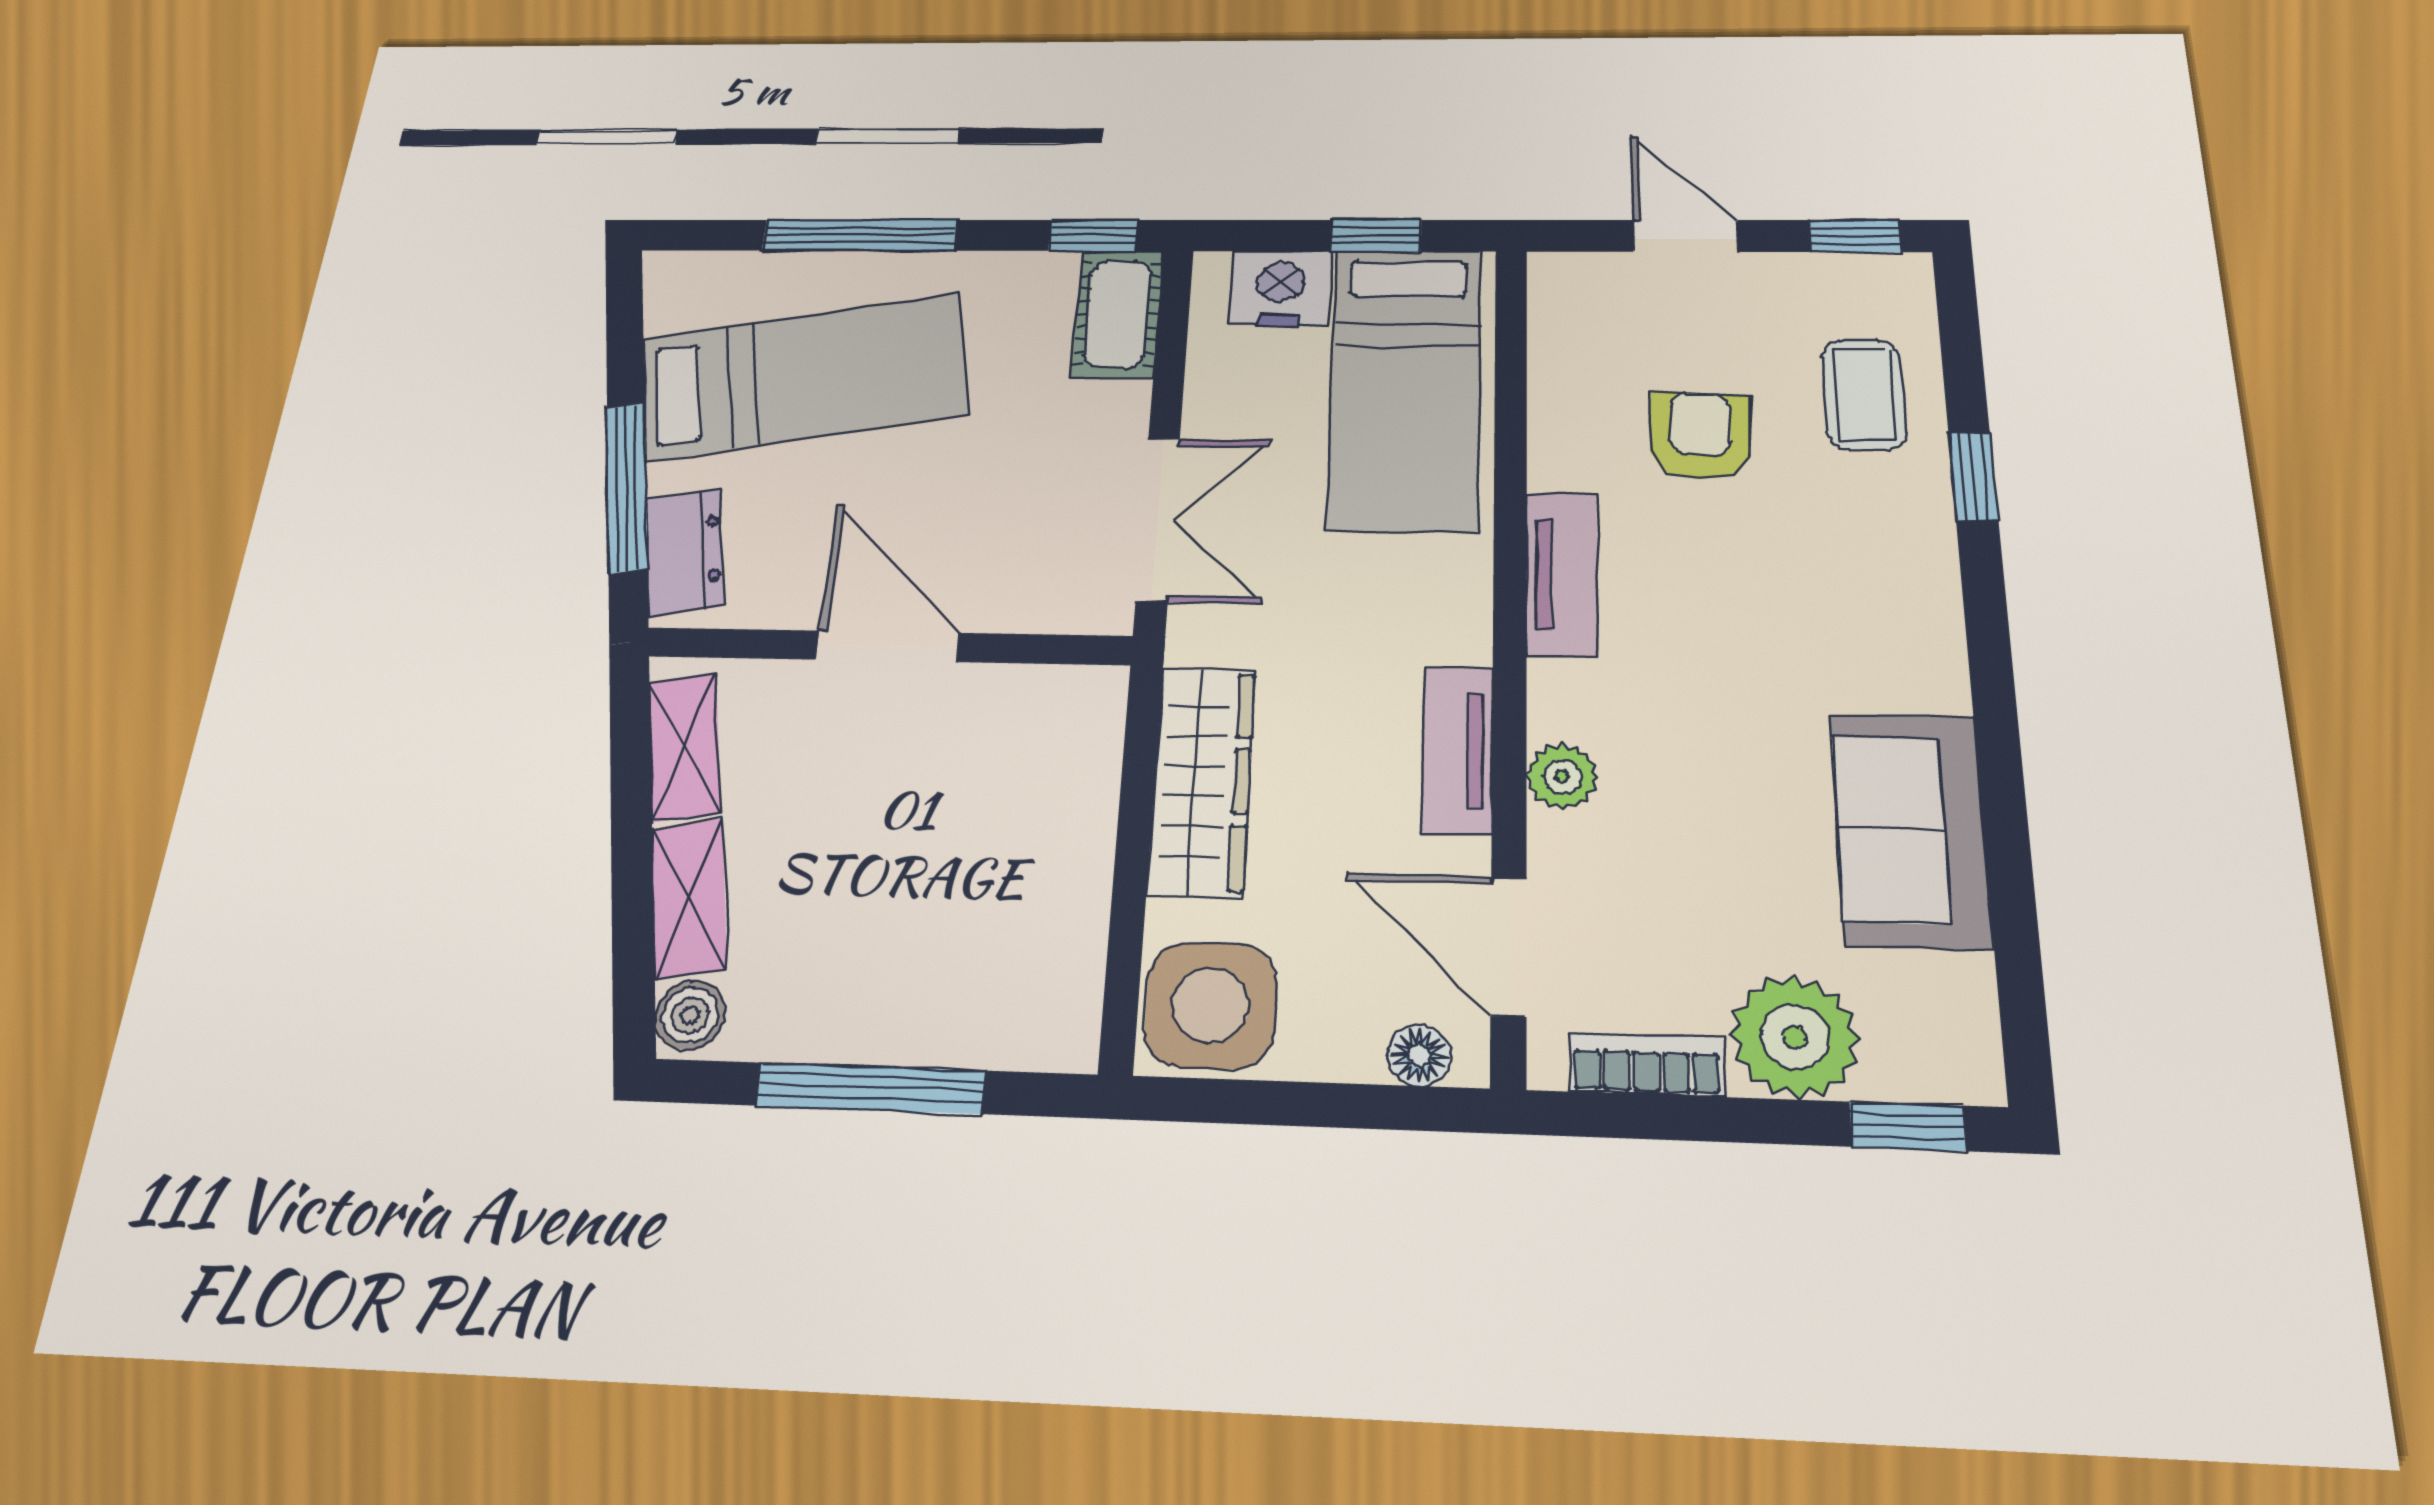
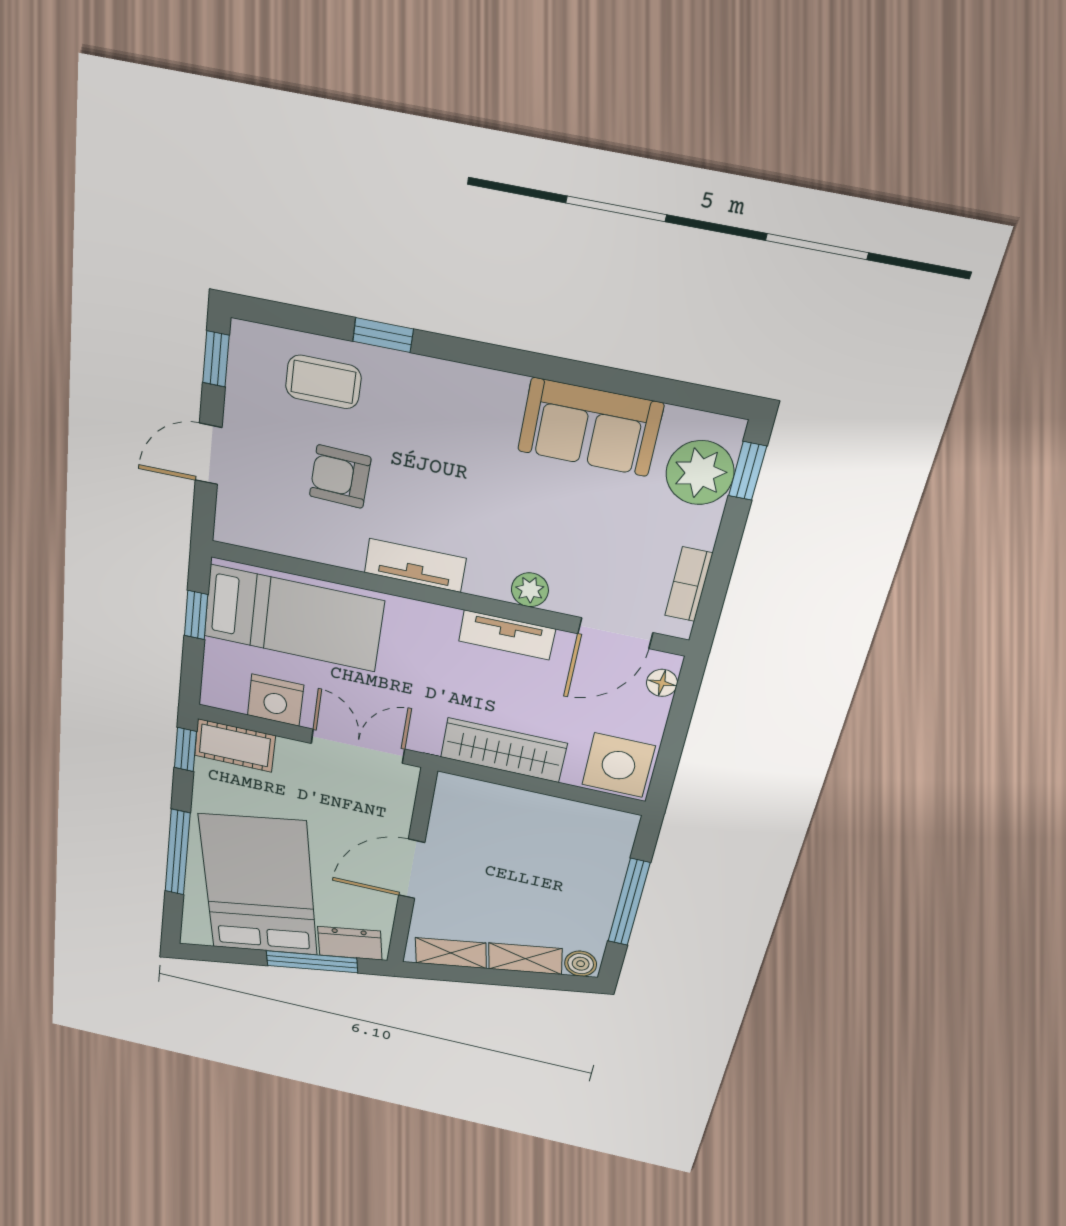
nightstand: (1280, 288) -> (276, 700), moved, turned -90
bed: (804, 377) -> (259, 885), width x1.50
plant: (1795, 1037) -> (700, 473), moved

